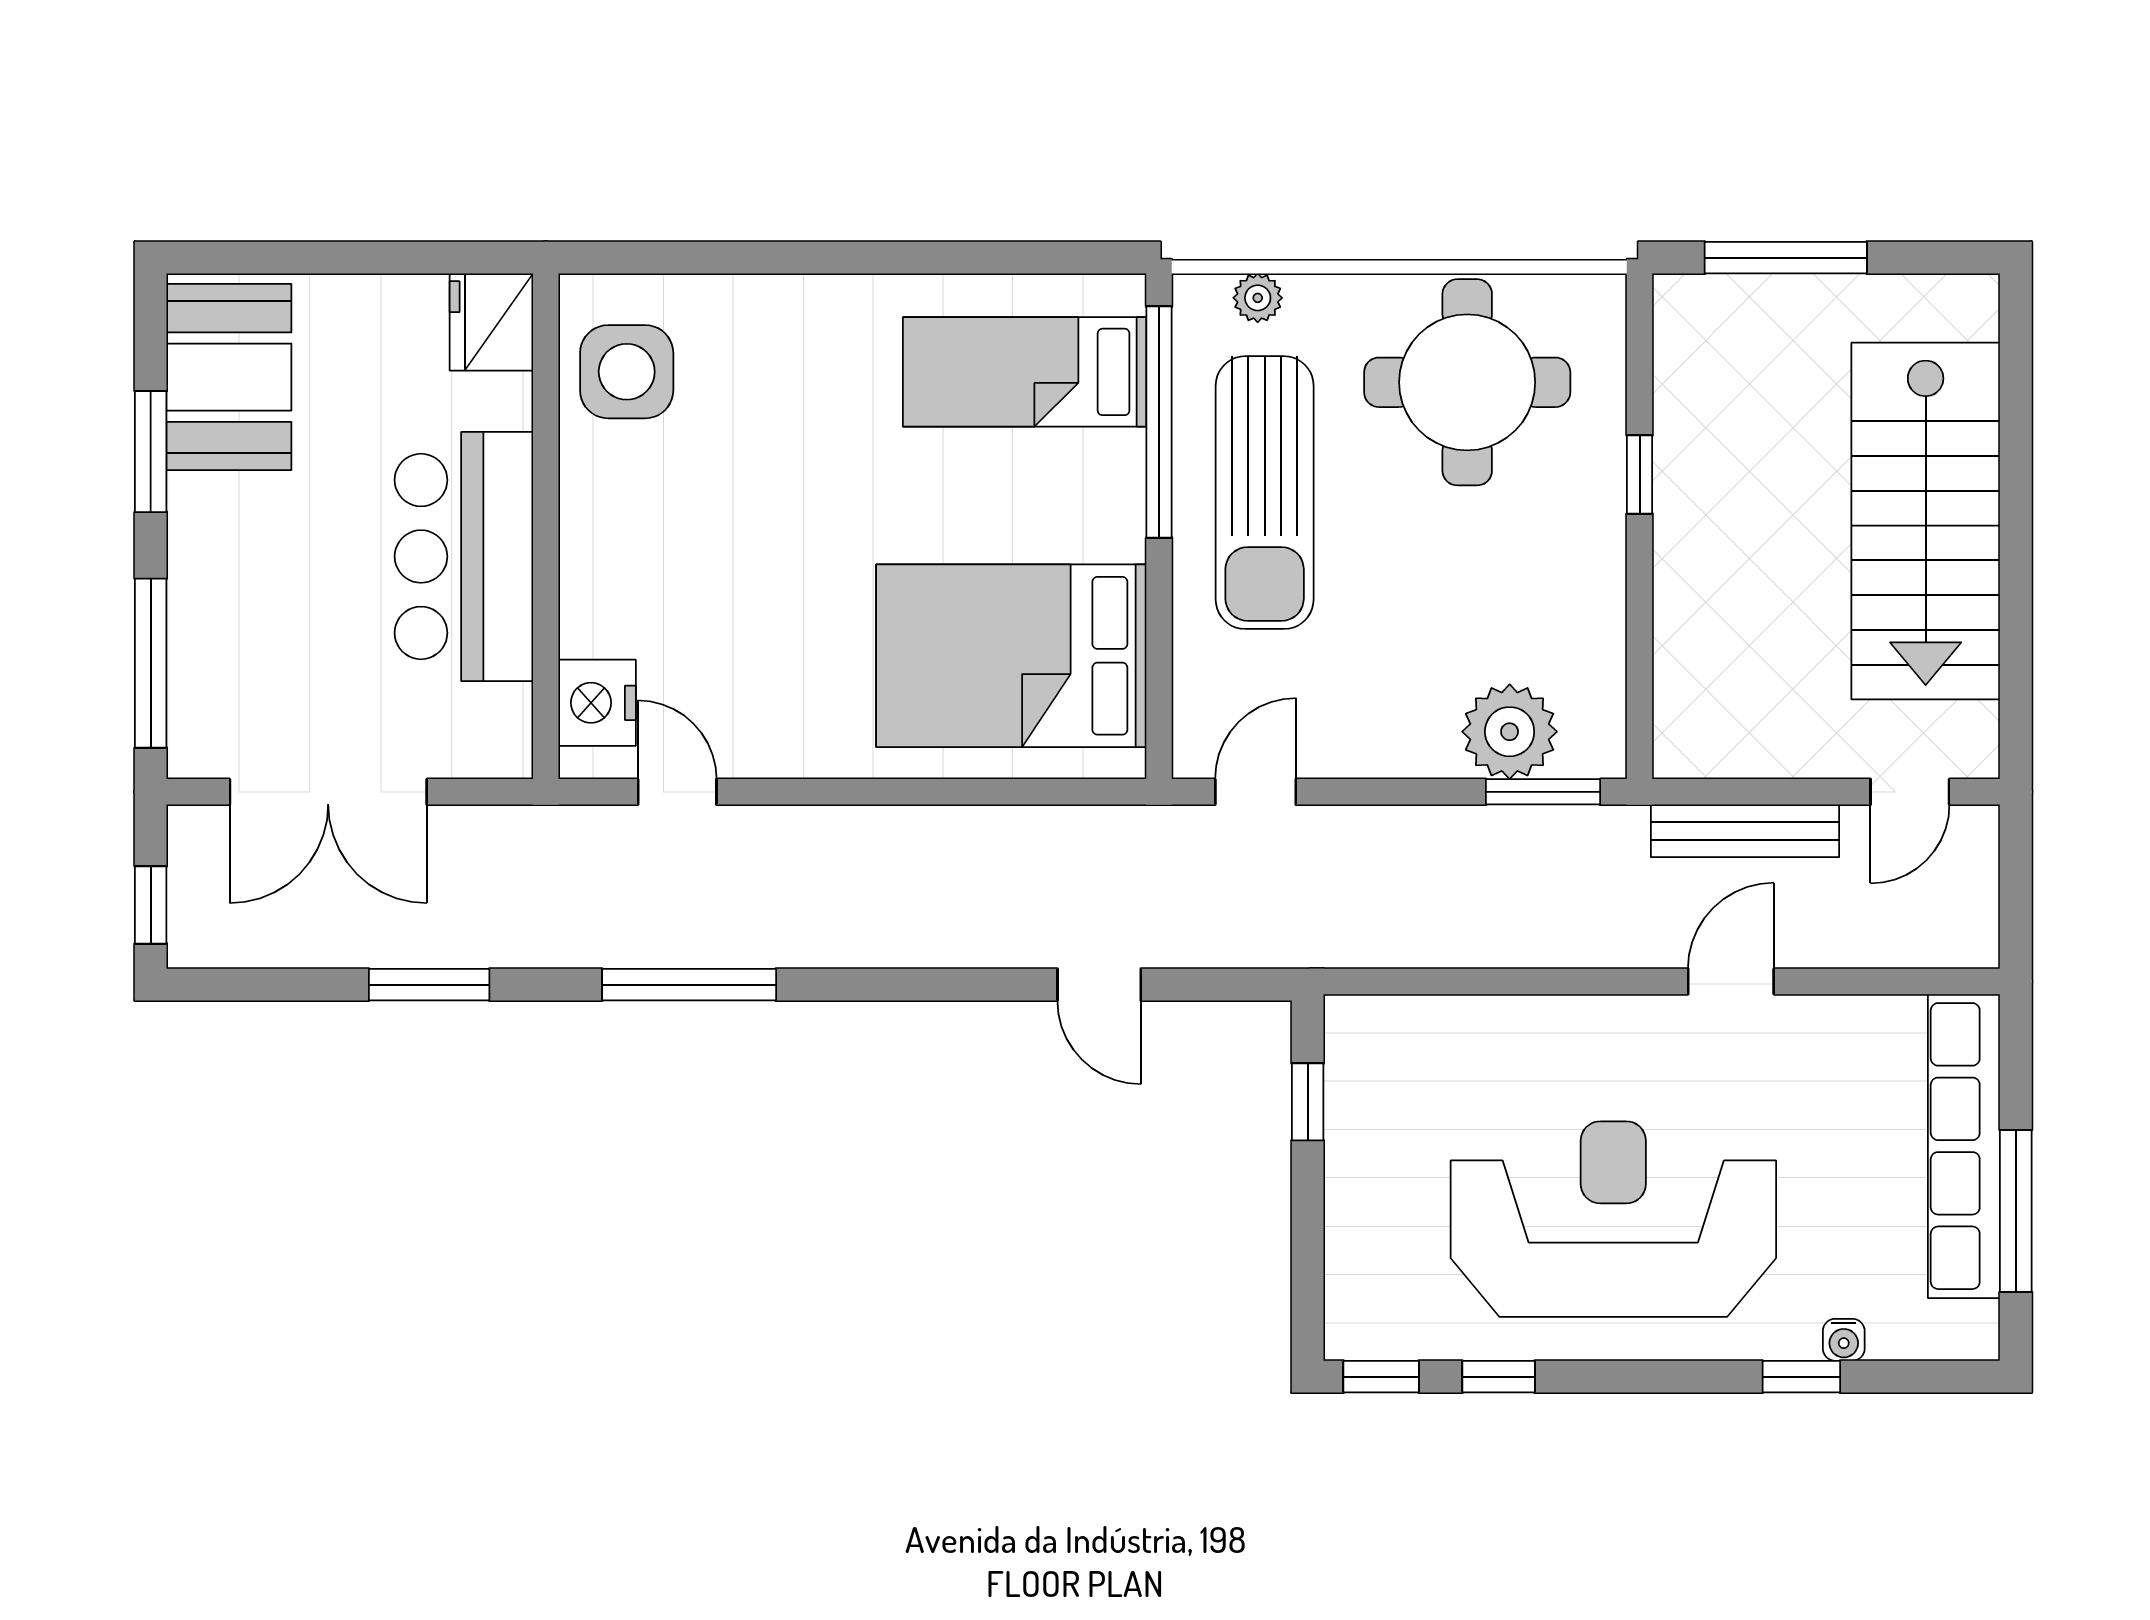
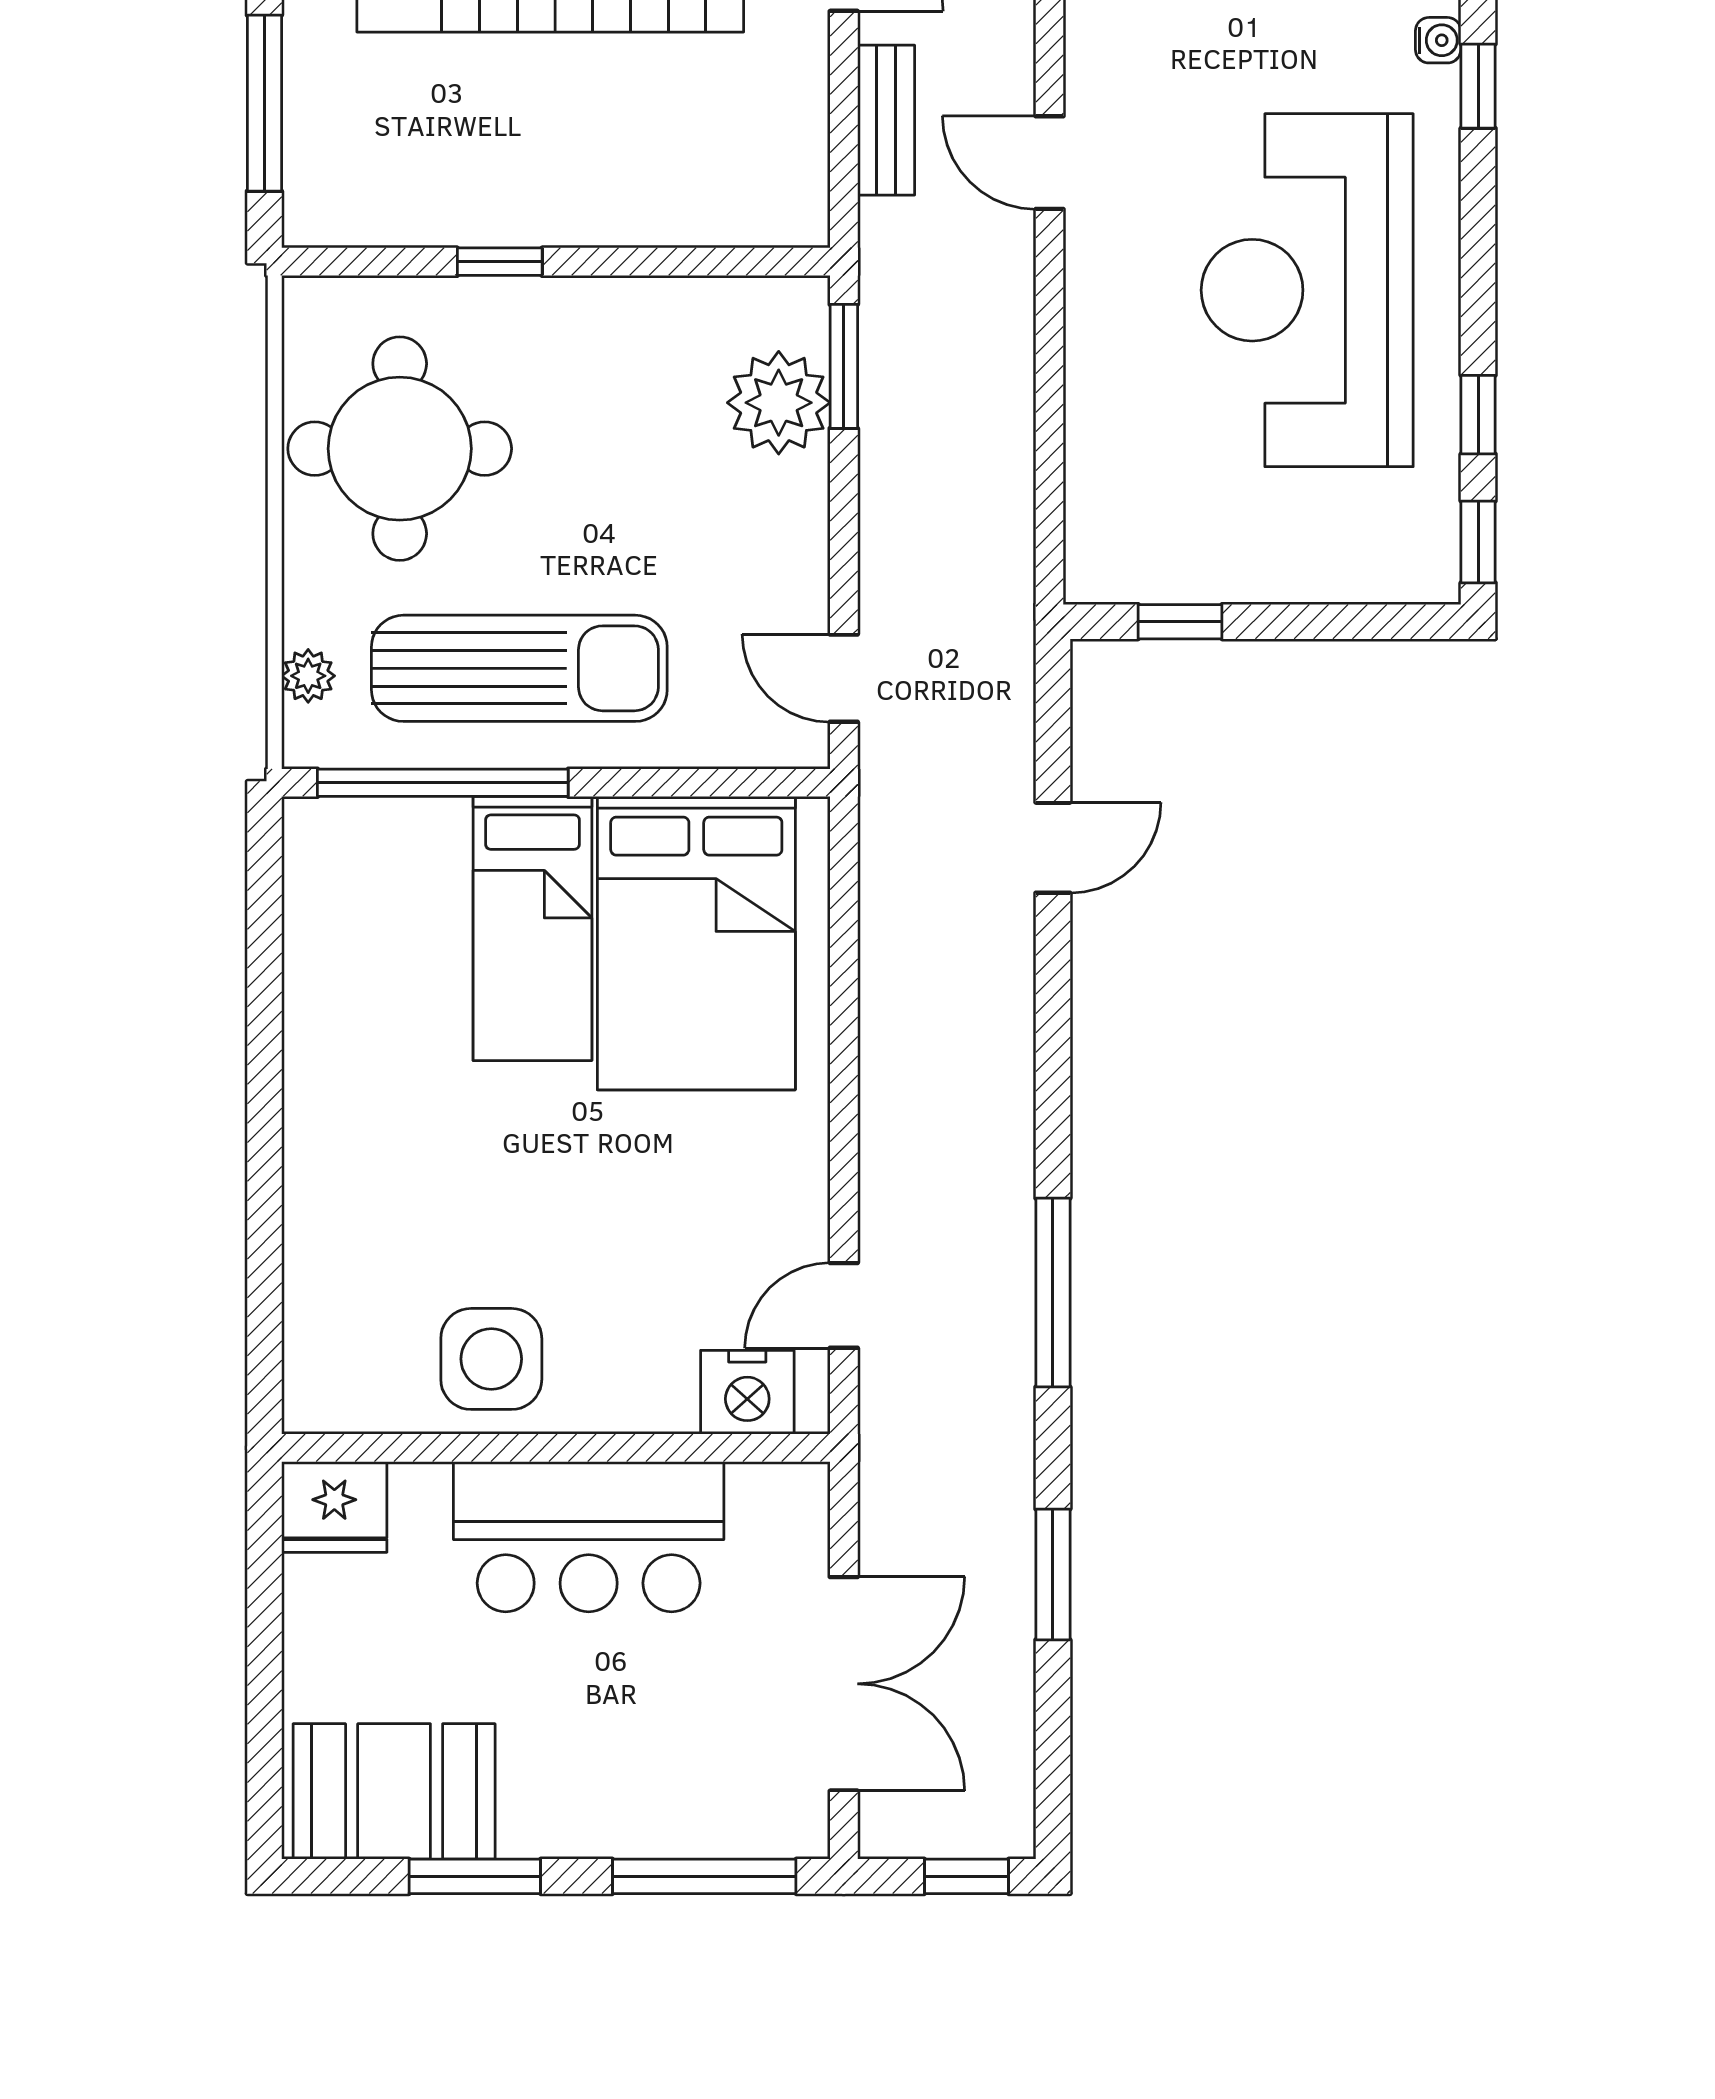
side table: (627, 372) -> (491, 1359), moved
bed: (1025, 372) -> (532, 929), moved
bench: (1745, 831) -> (886, 120), width x0.73

